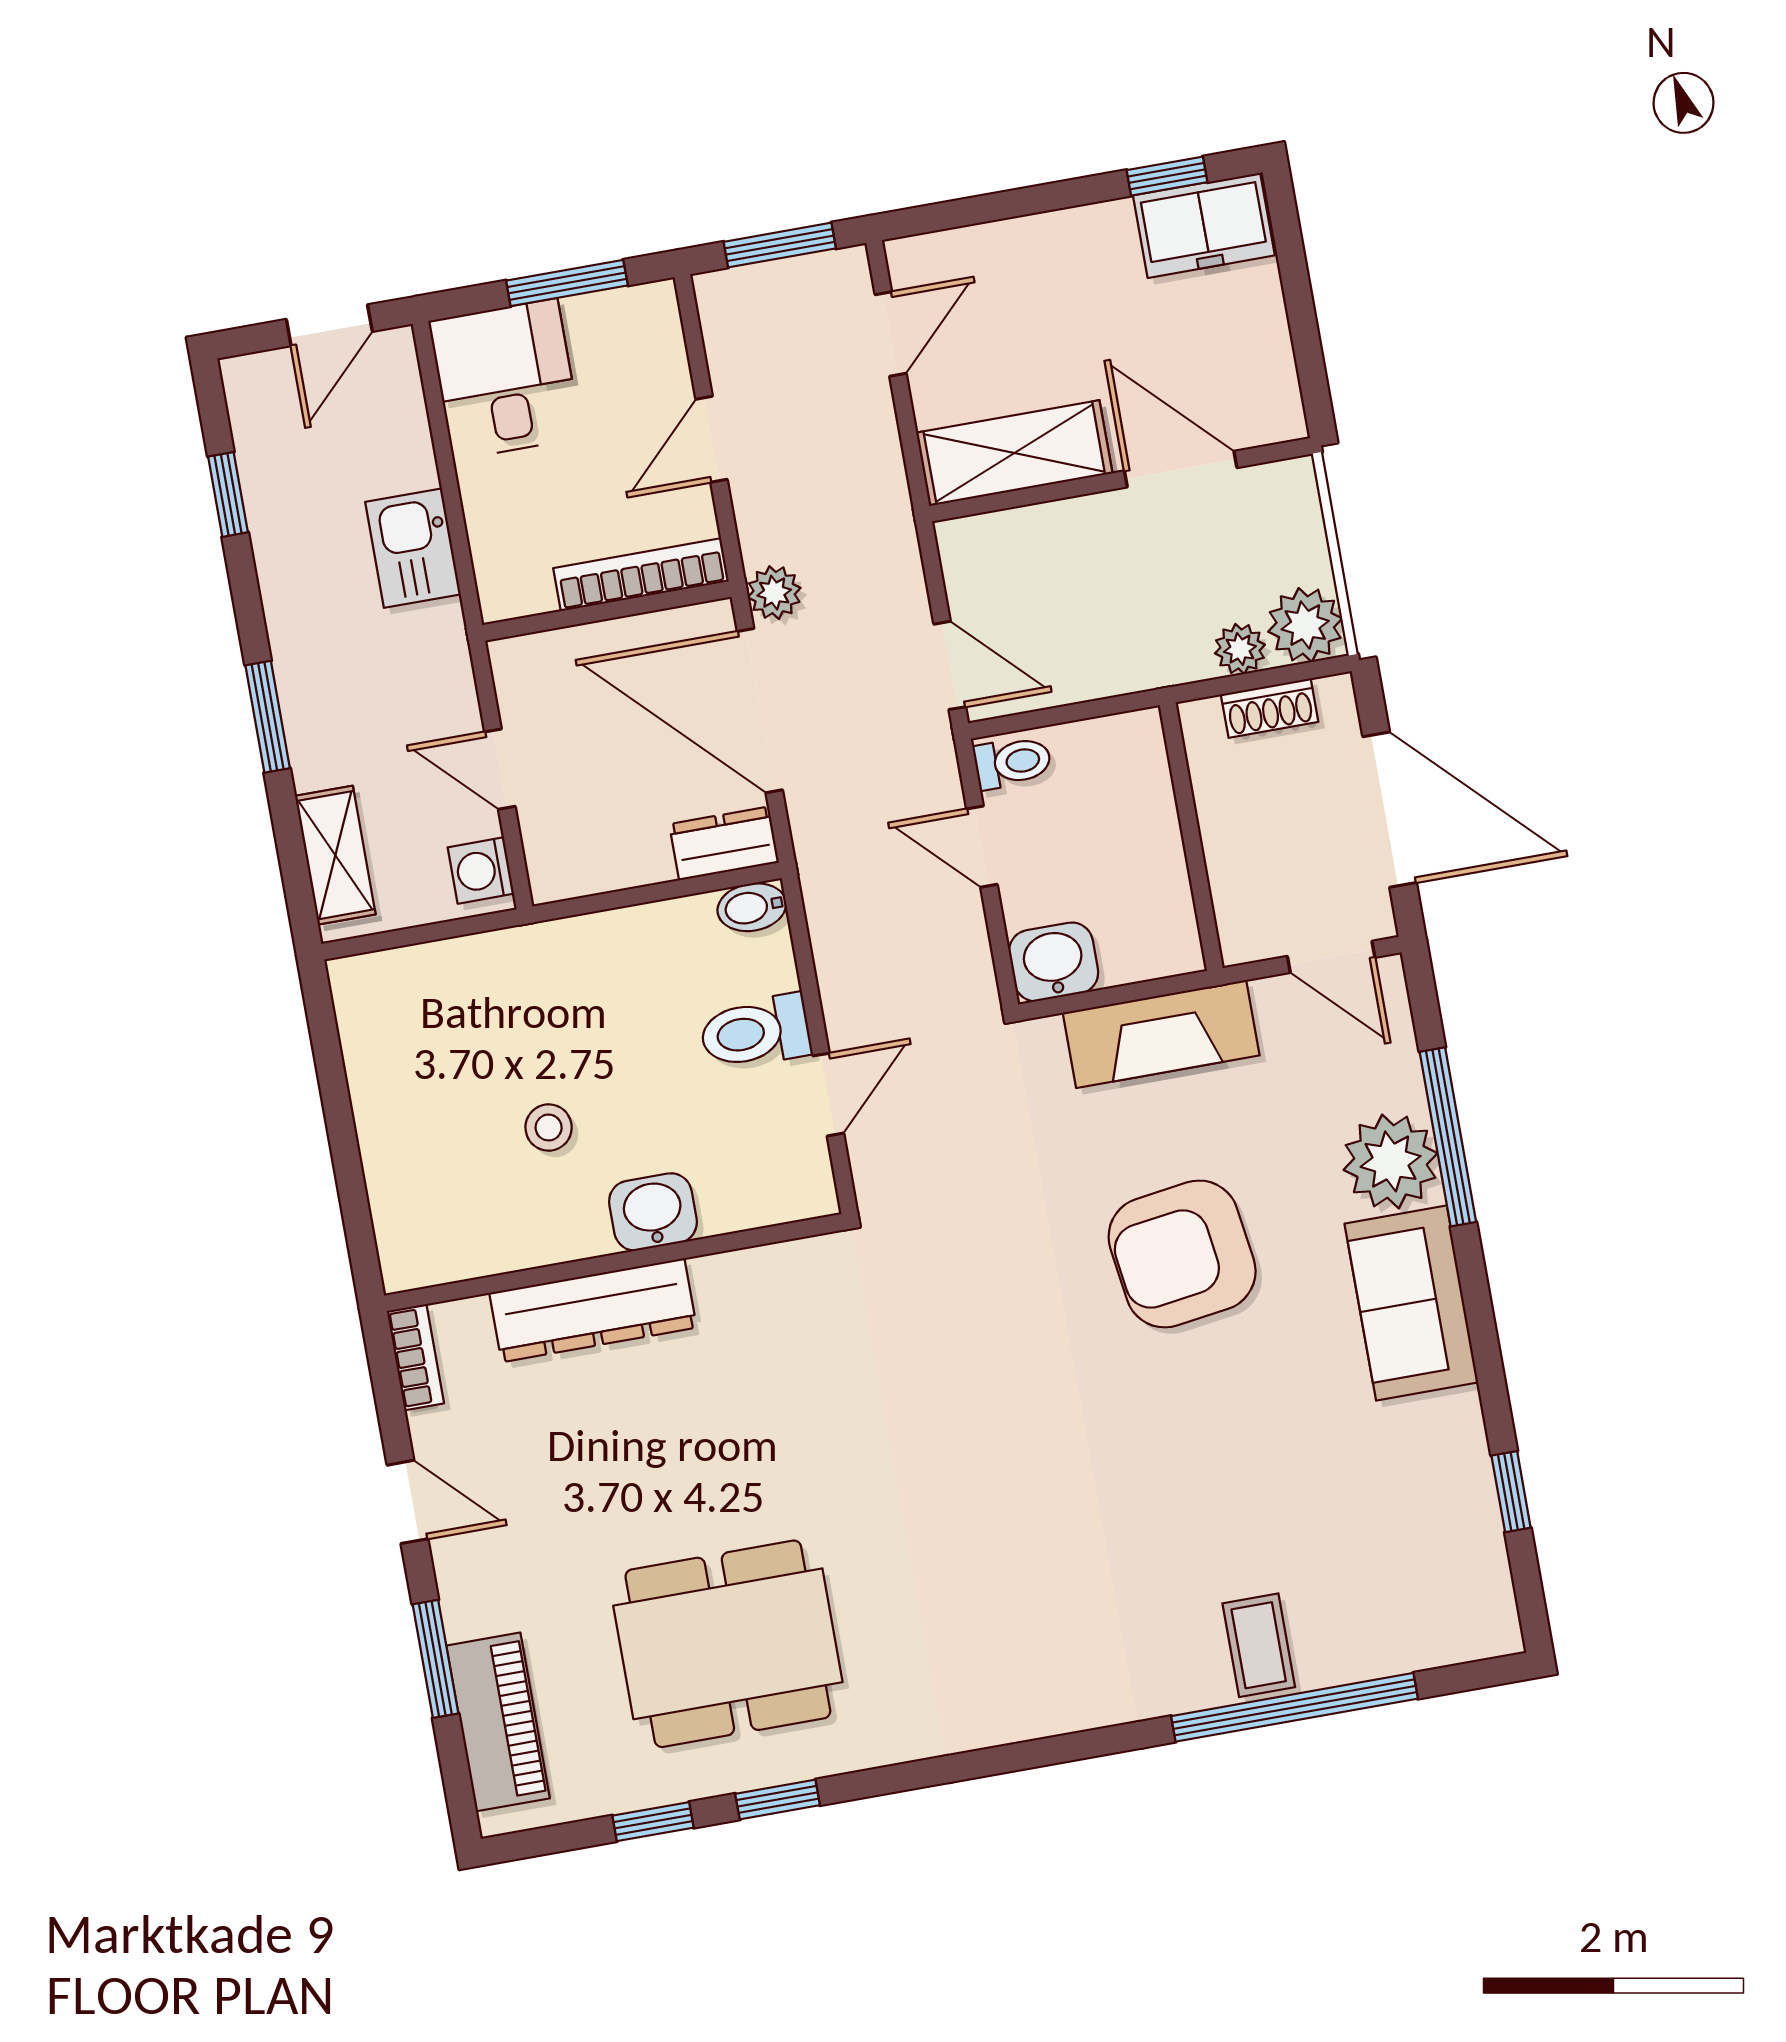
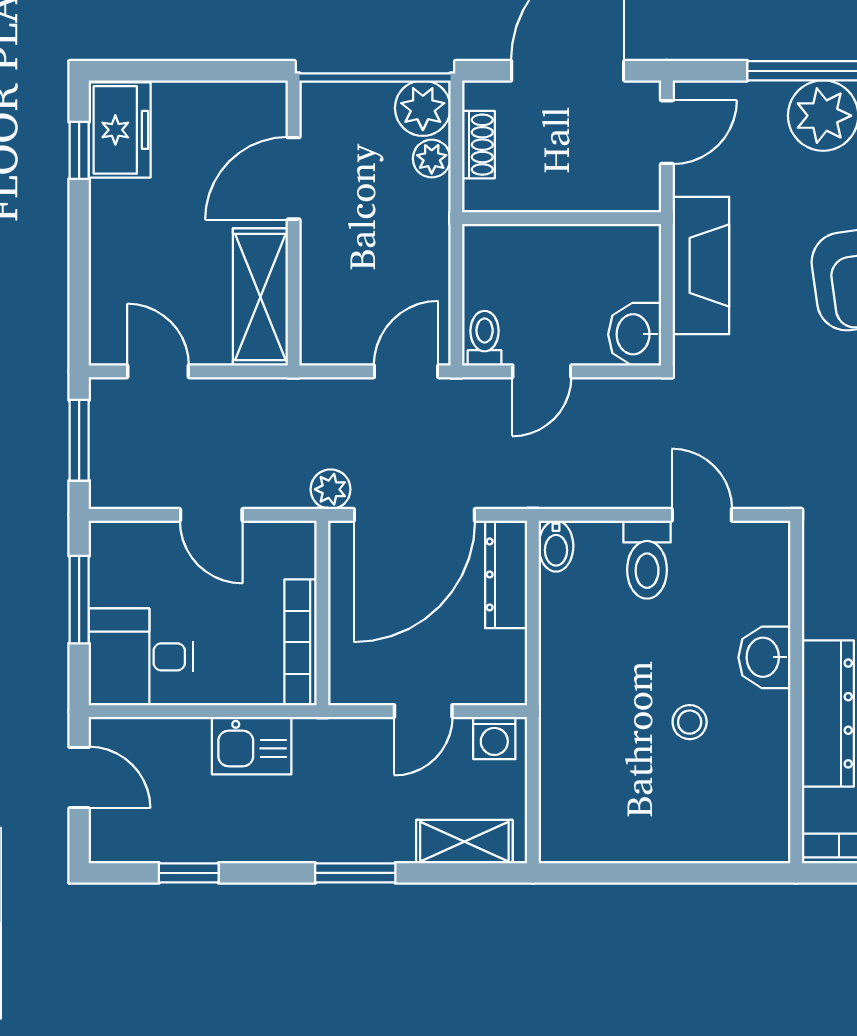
bookcase: (641, 575) -> (300, 642), moved
dresser: (724, 843) -> (506, 574), width x1.44

